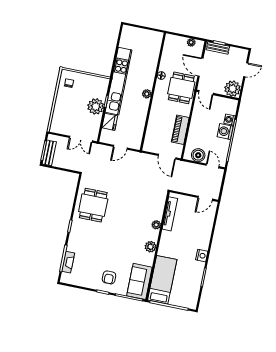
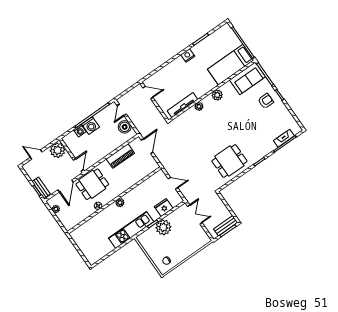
kitchen unit: (118, 81) -> (131, 230), width x0.73

